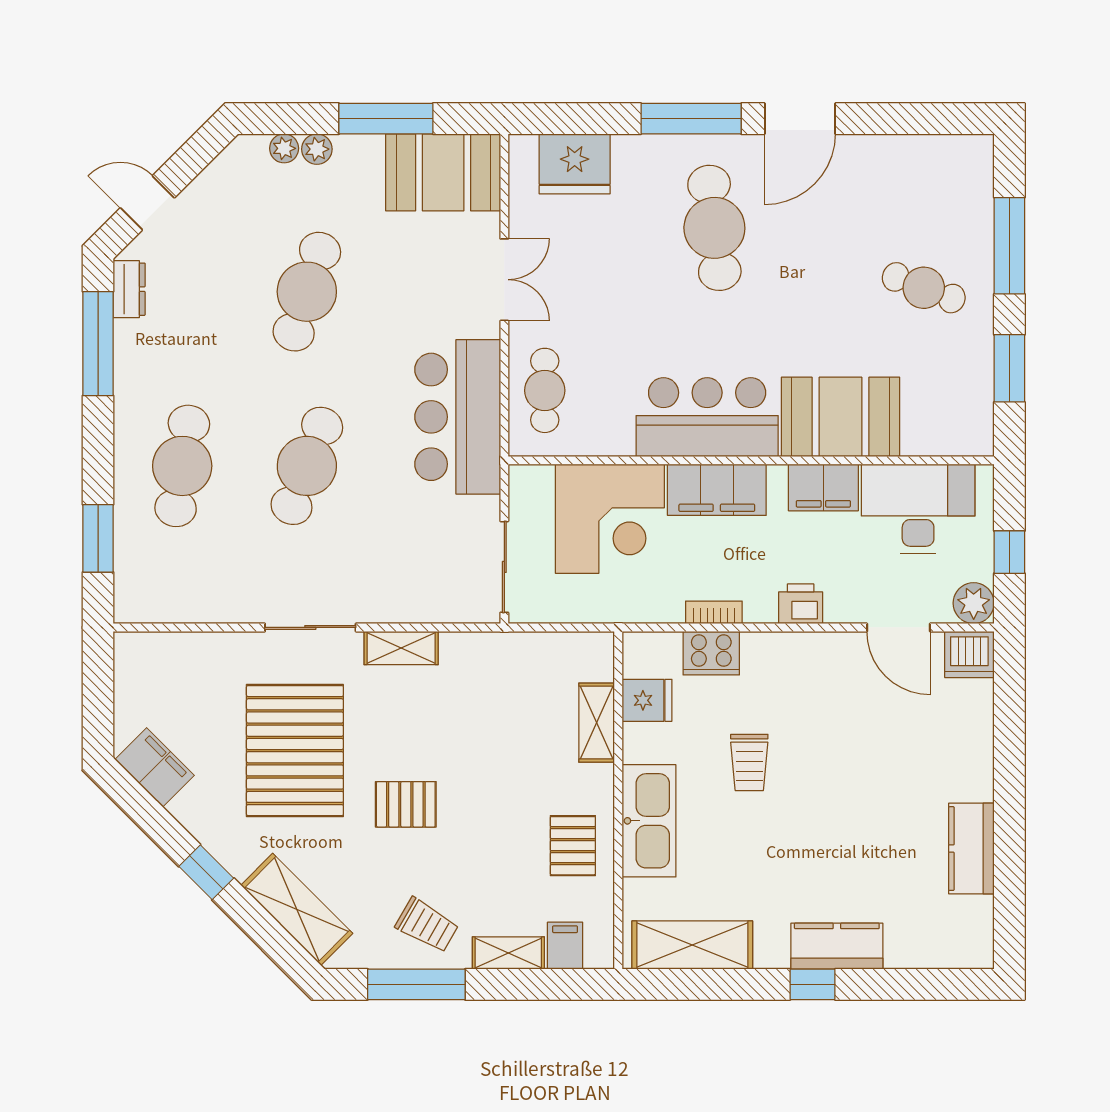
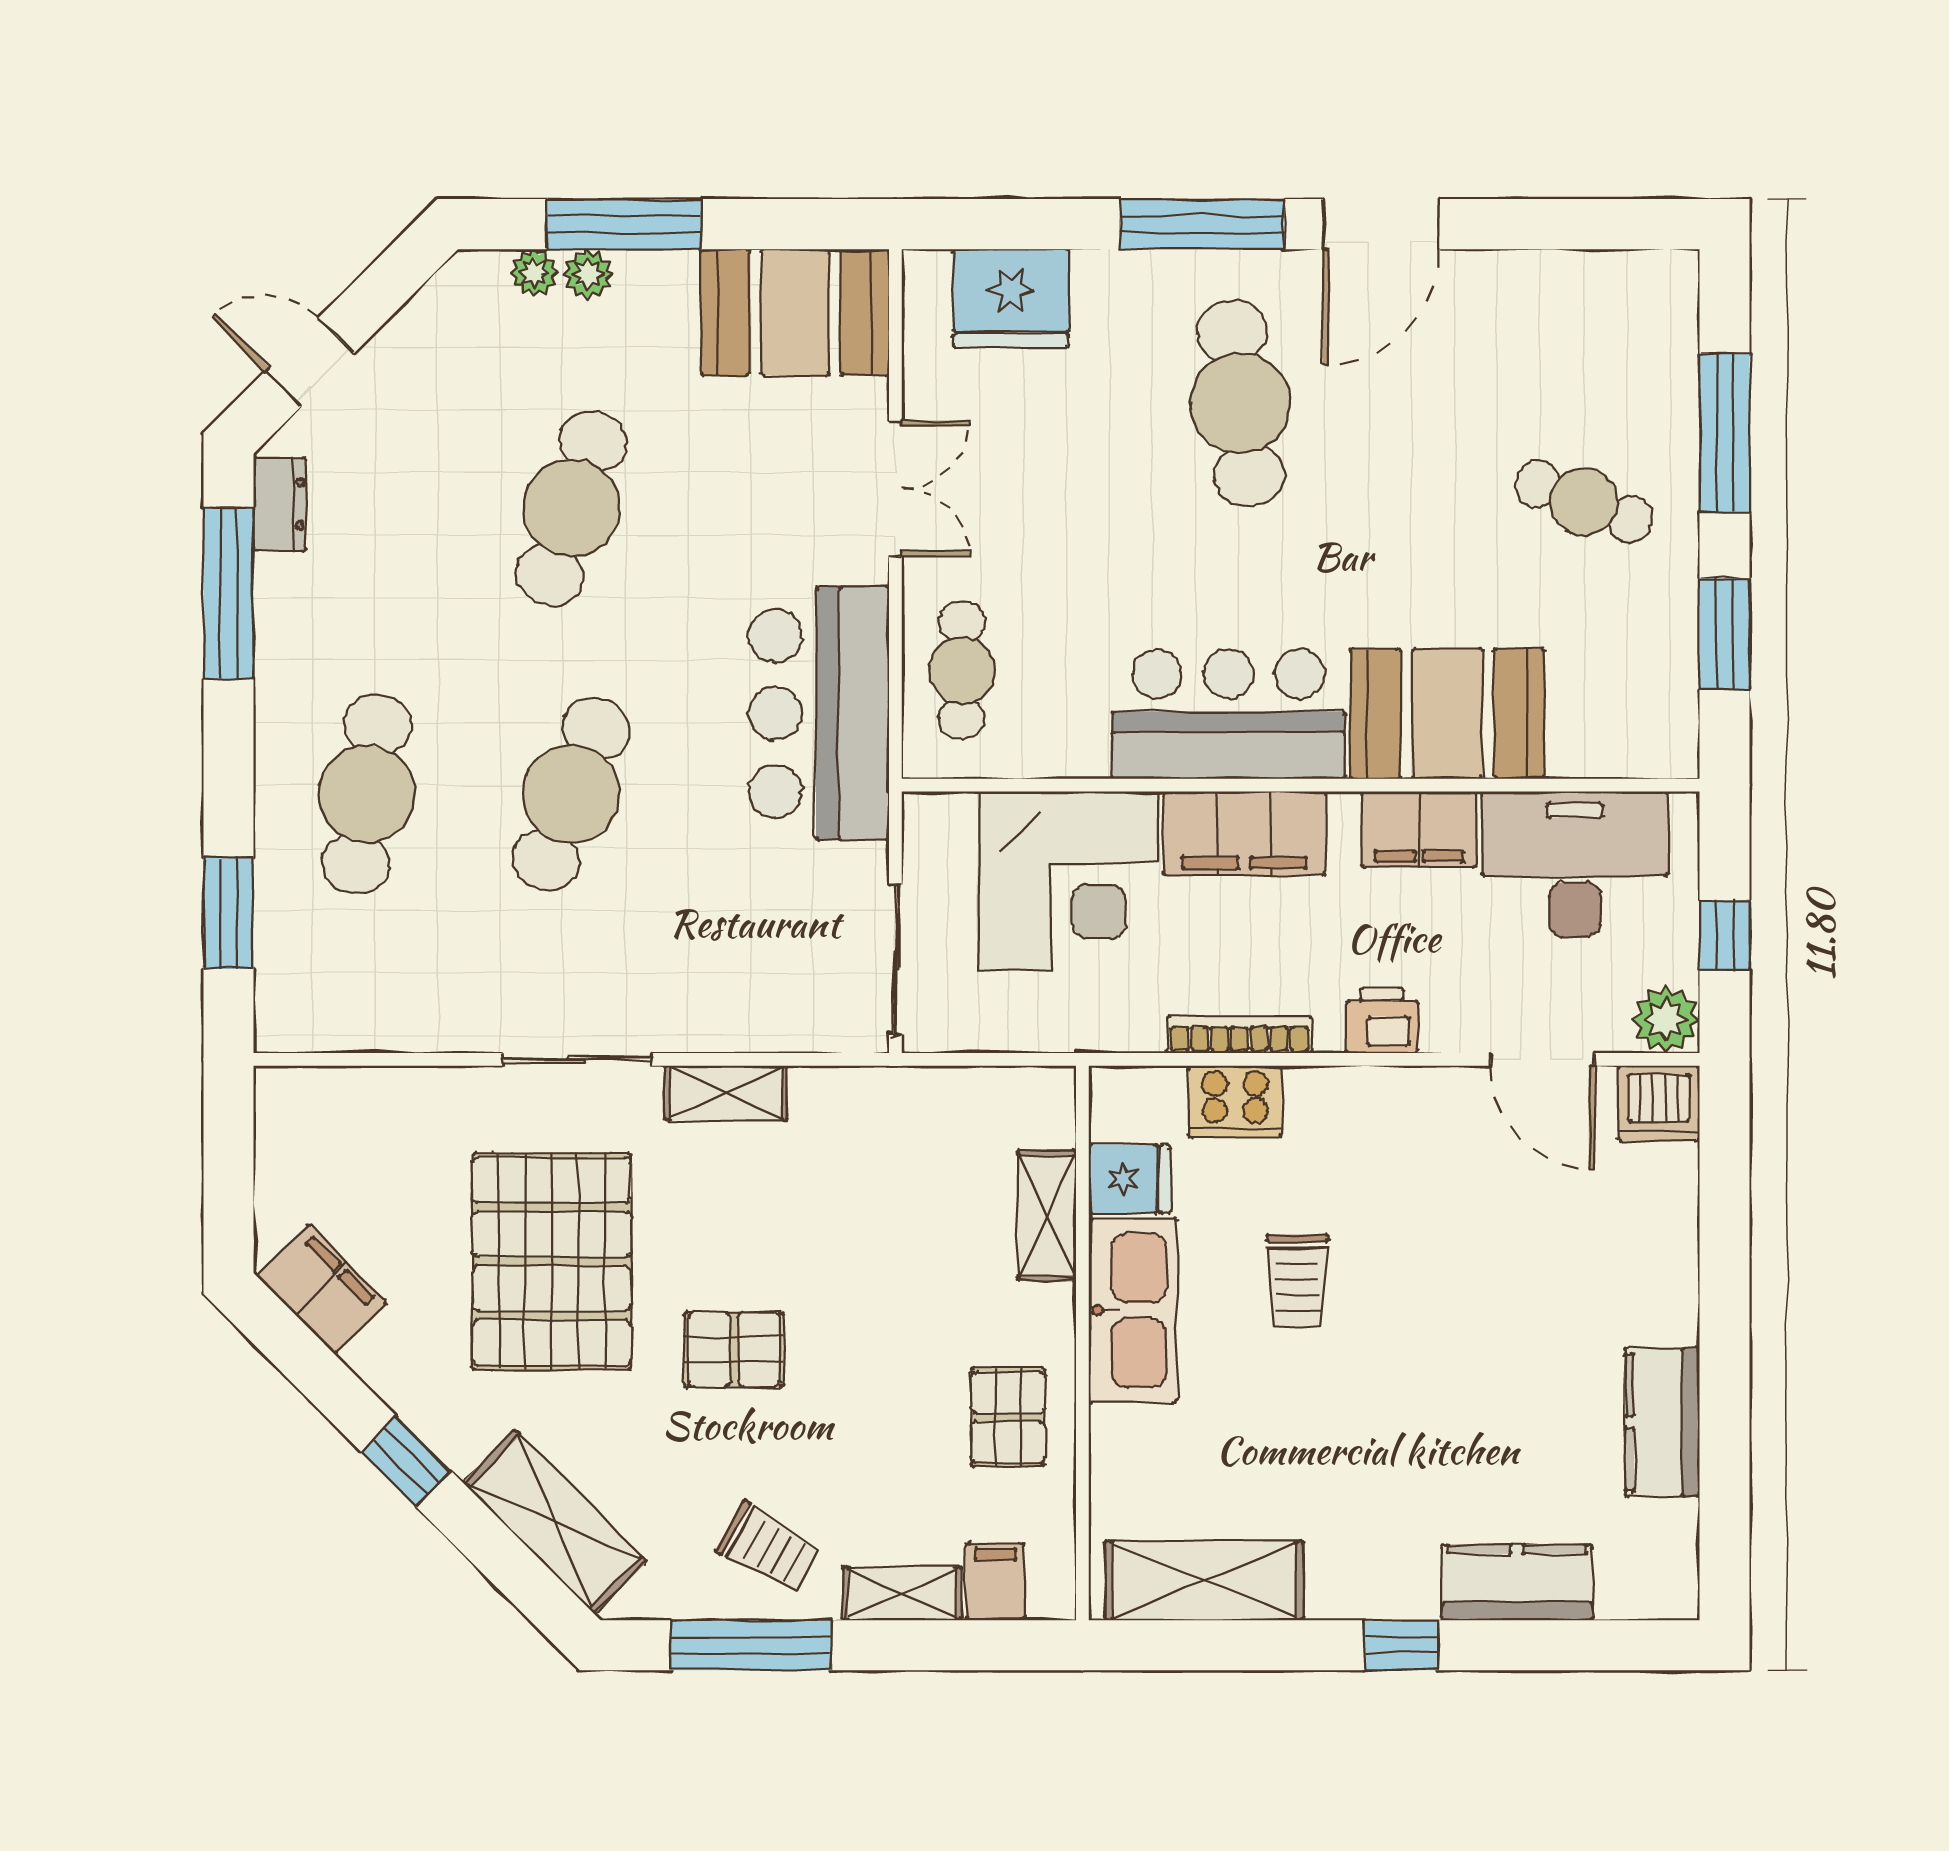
window: (386, 119) -> (624, 224), moved
bookcase: (714, 612) -> (1239, 1034), width x1.56
kitchen sink: (649, 821) -> (1133, 1310), moved
kitchen counter: (837, 946) -> (1517, 1582), moved

